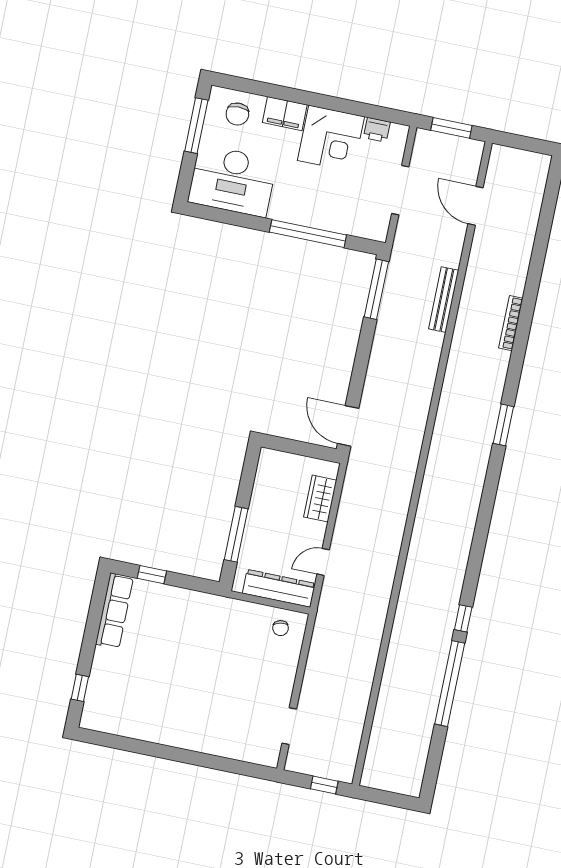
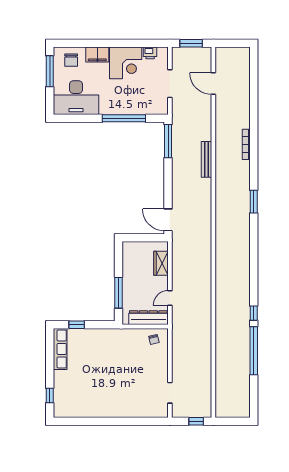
bench: (444, 300) -> (207, 159), moved

